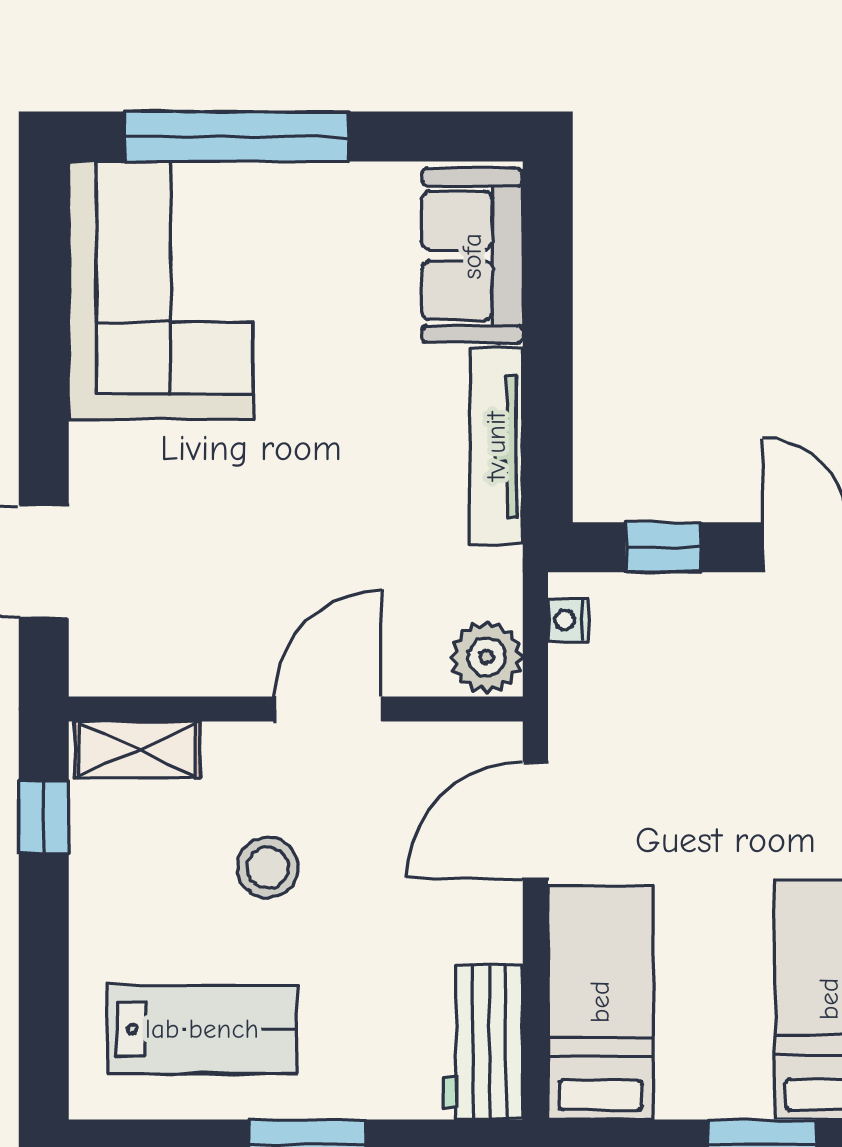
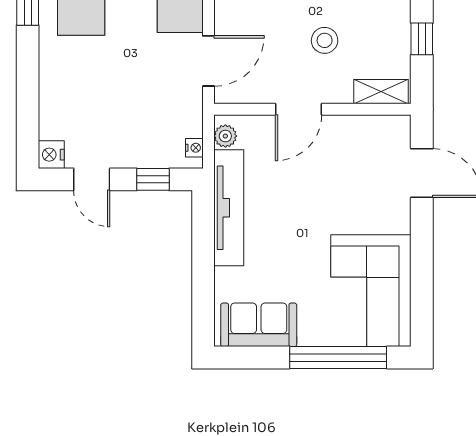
sofa: (472, 256) -> (259, 325), moved, turned -90
tv unit: (496, 446) -> (229, 208), width x1.36, depth x1.29
plant: (487, 657) -> (225, 136), width x0.73, depth x0.73
window: (44, 817) -> (422, 39), moved

